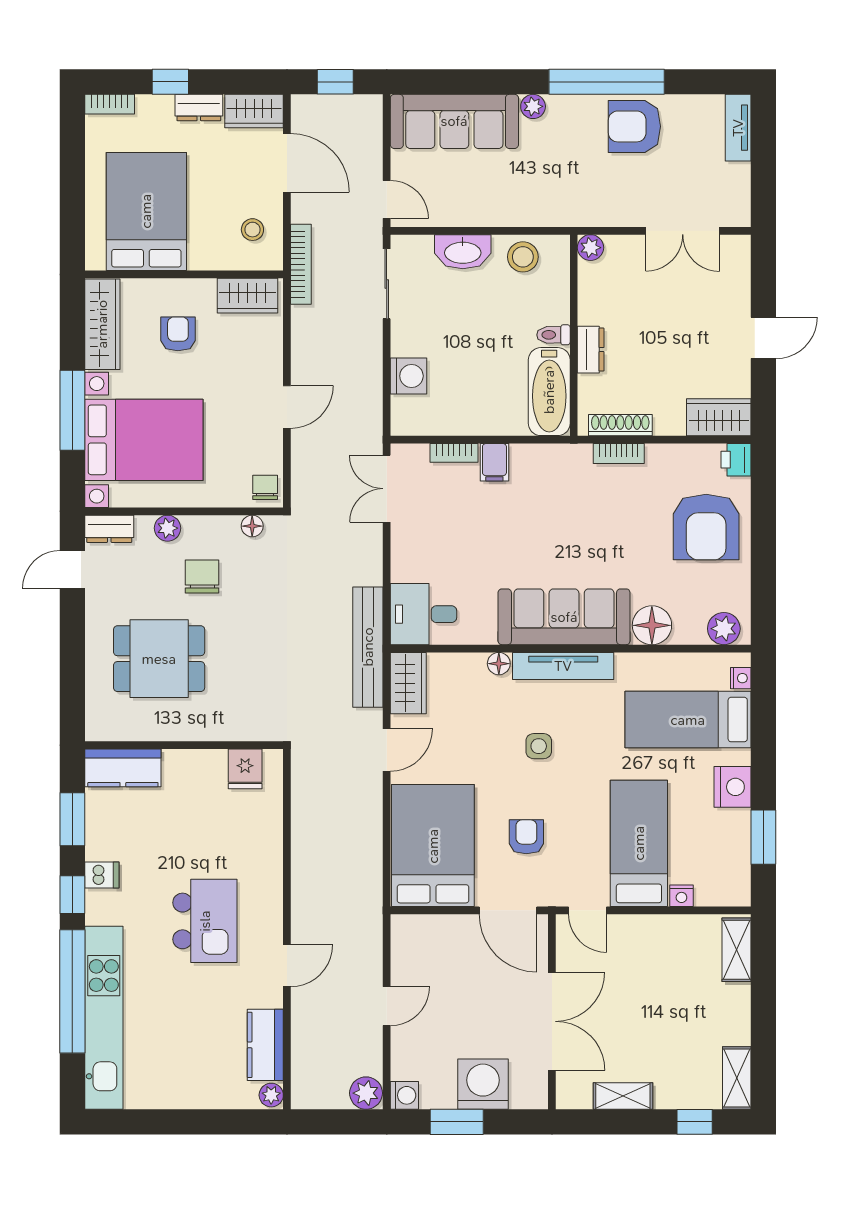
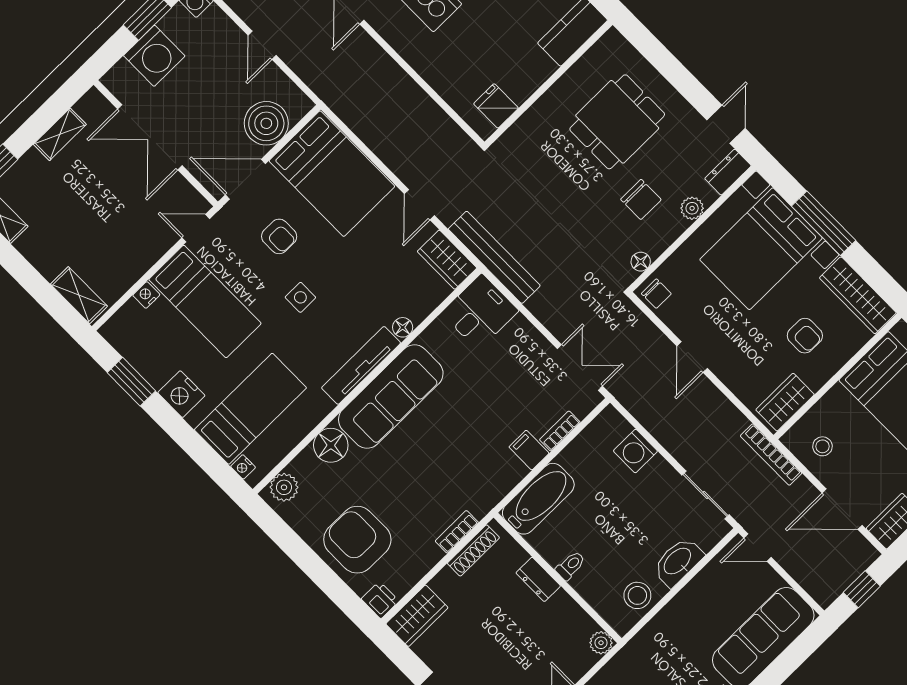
bathtub: (549, 392) -> (538, 499), moved, turned 90
side table: (539, 746) -> (300, 297), moved
boiler: (446, 939) -> (266, 123), added

